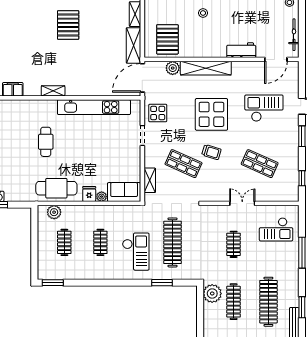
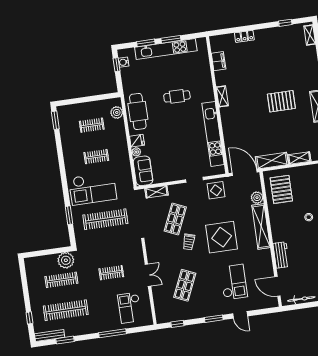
pallet: (167, 39) -> (281, 189), turned 90
checkout: (136, 252) -> (93, 189), width x1.36, depth x1.21

